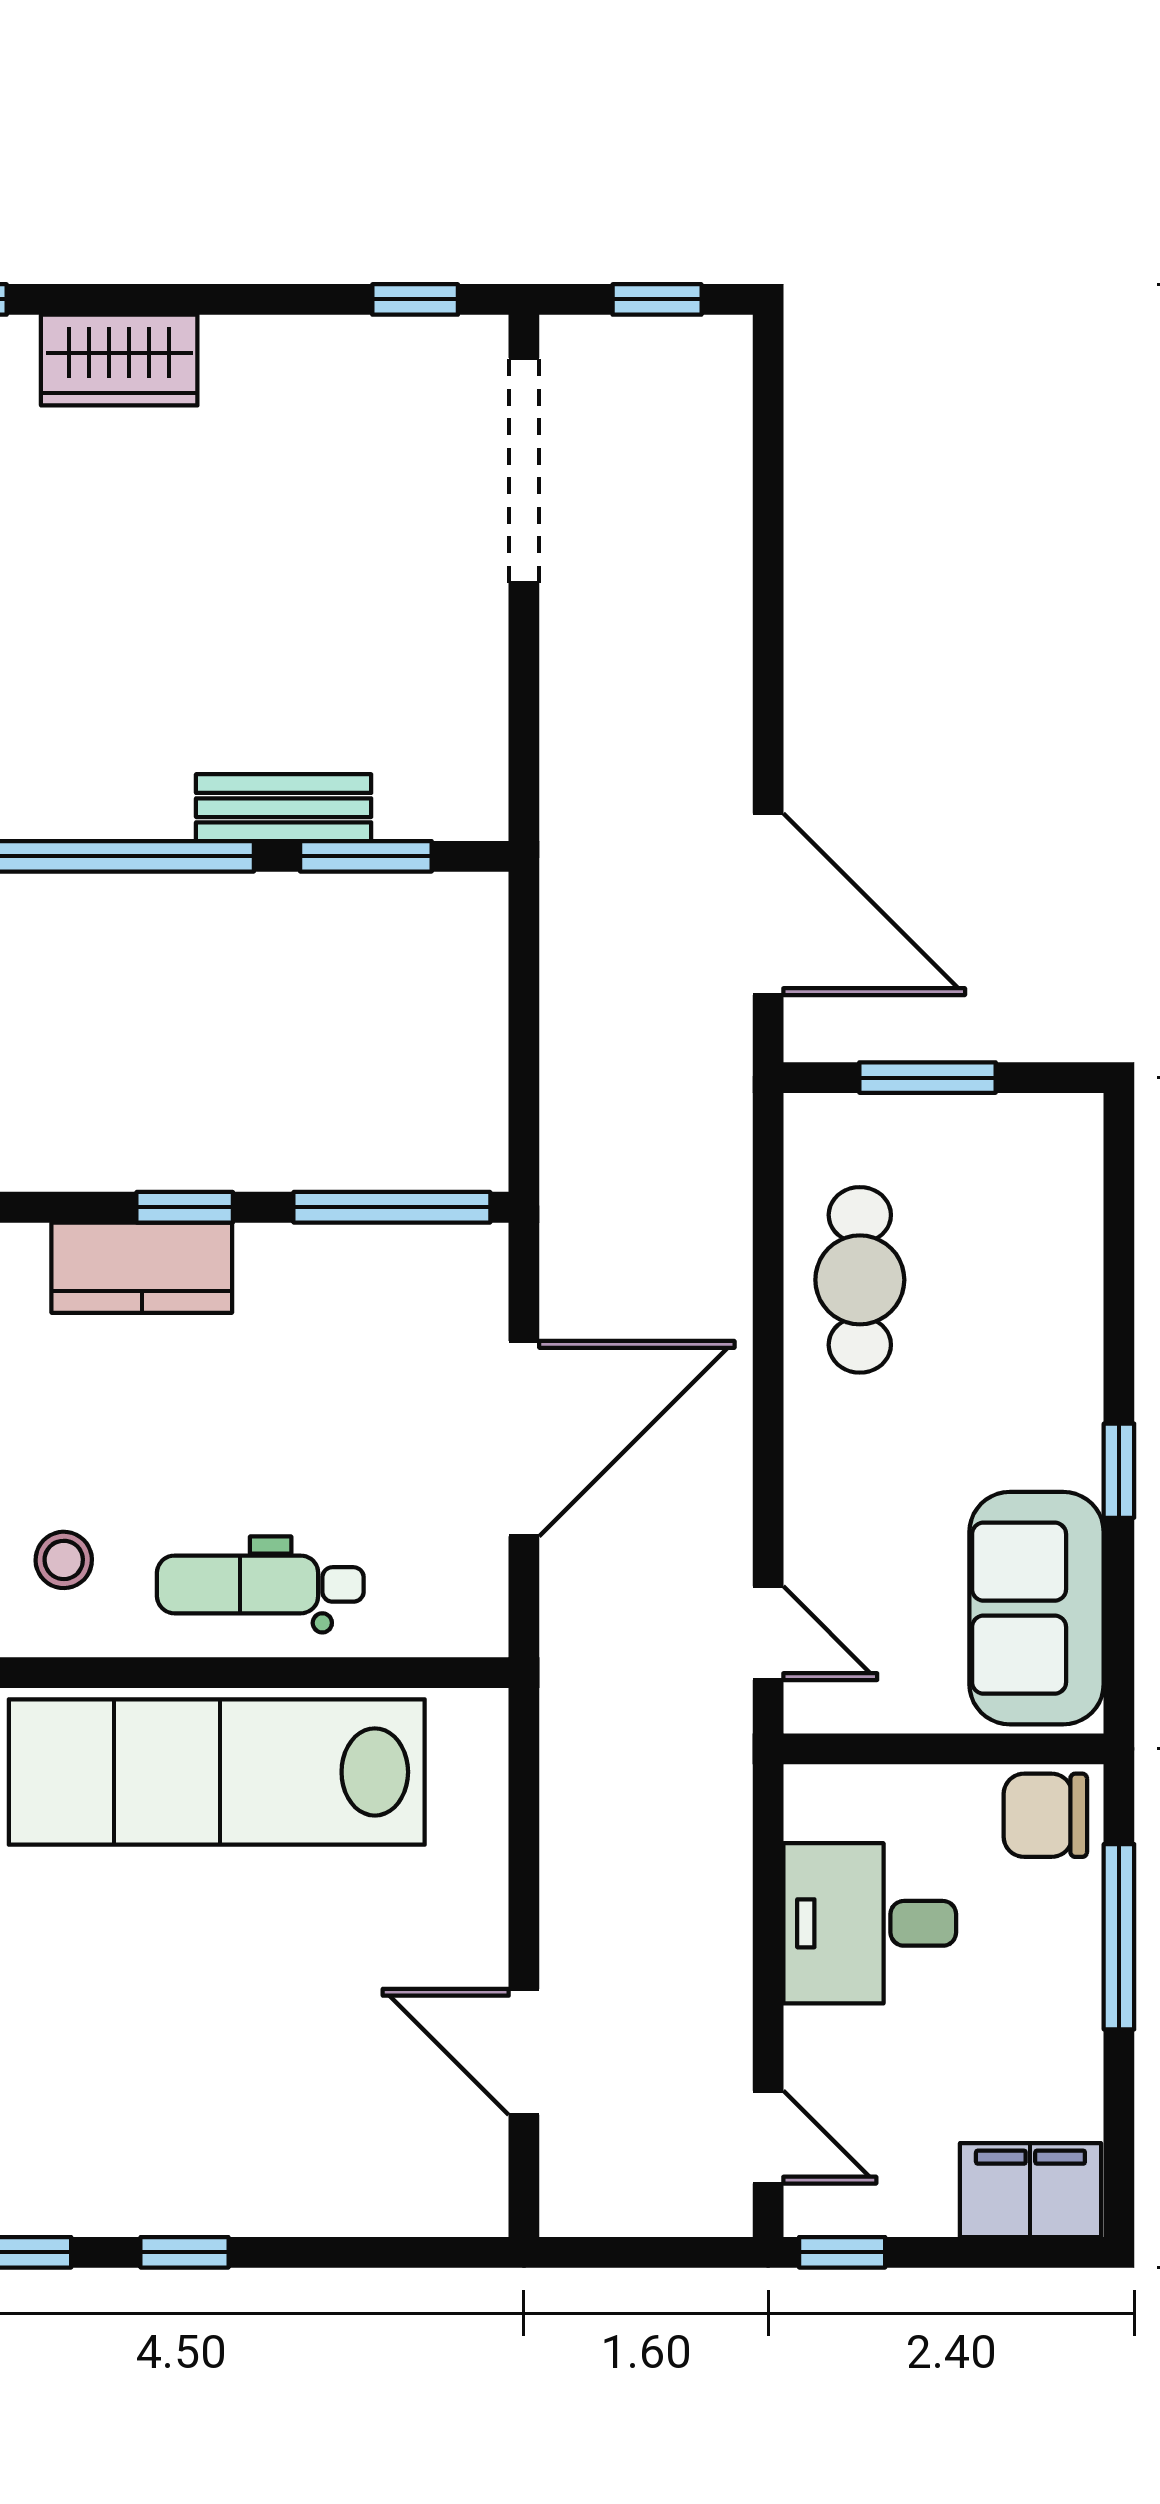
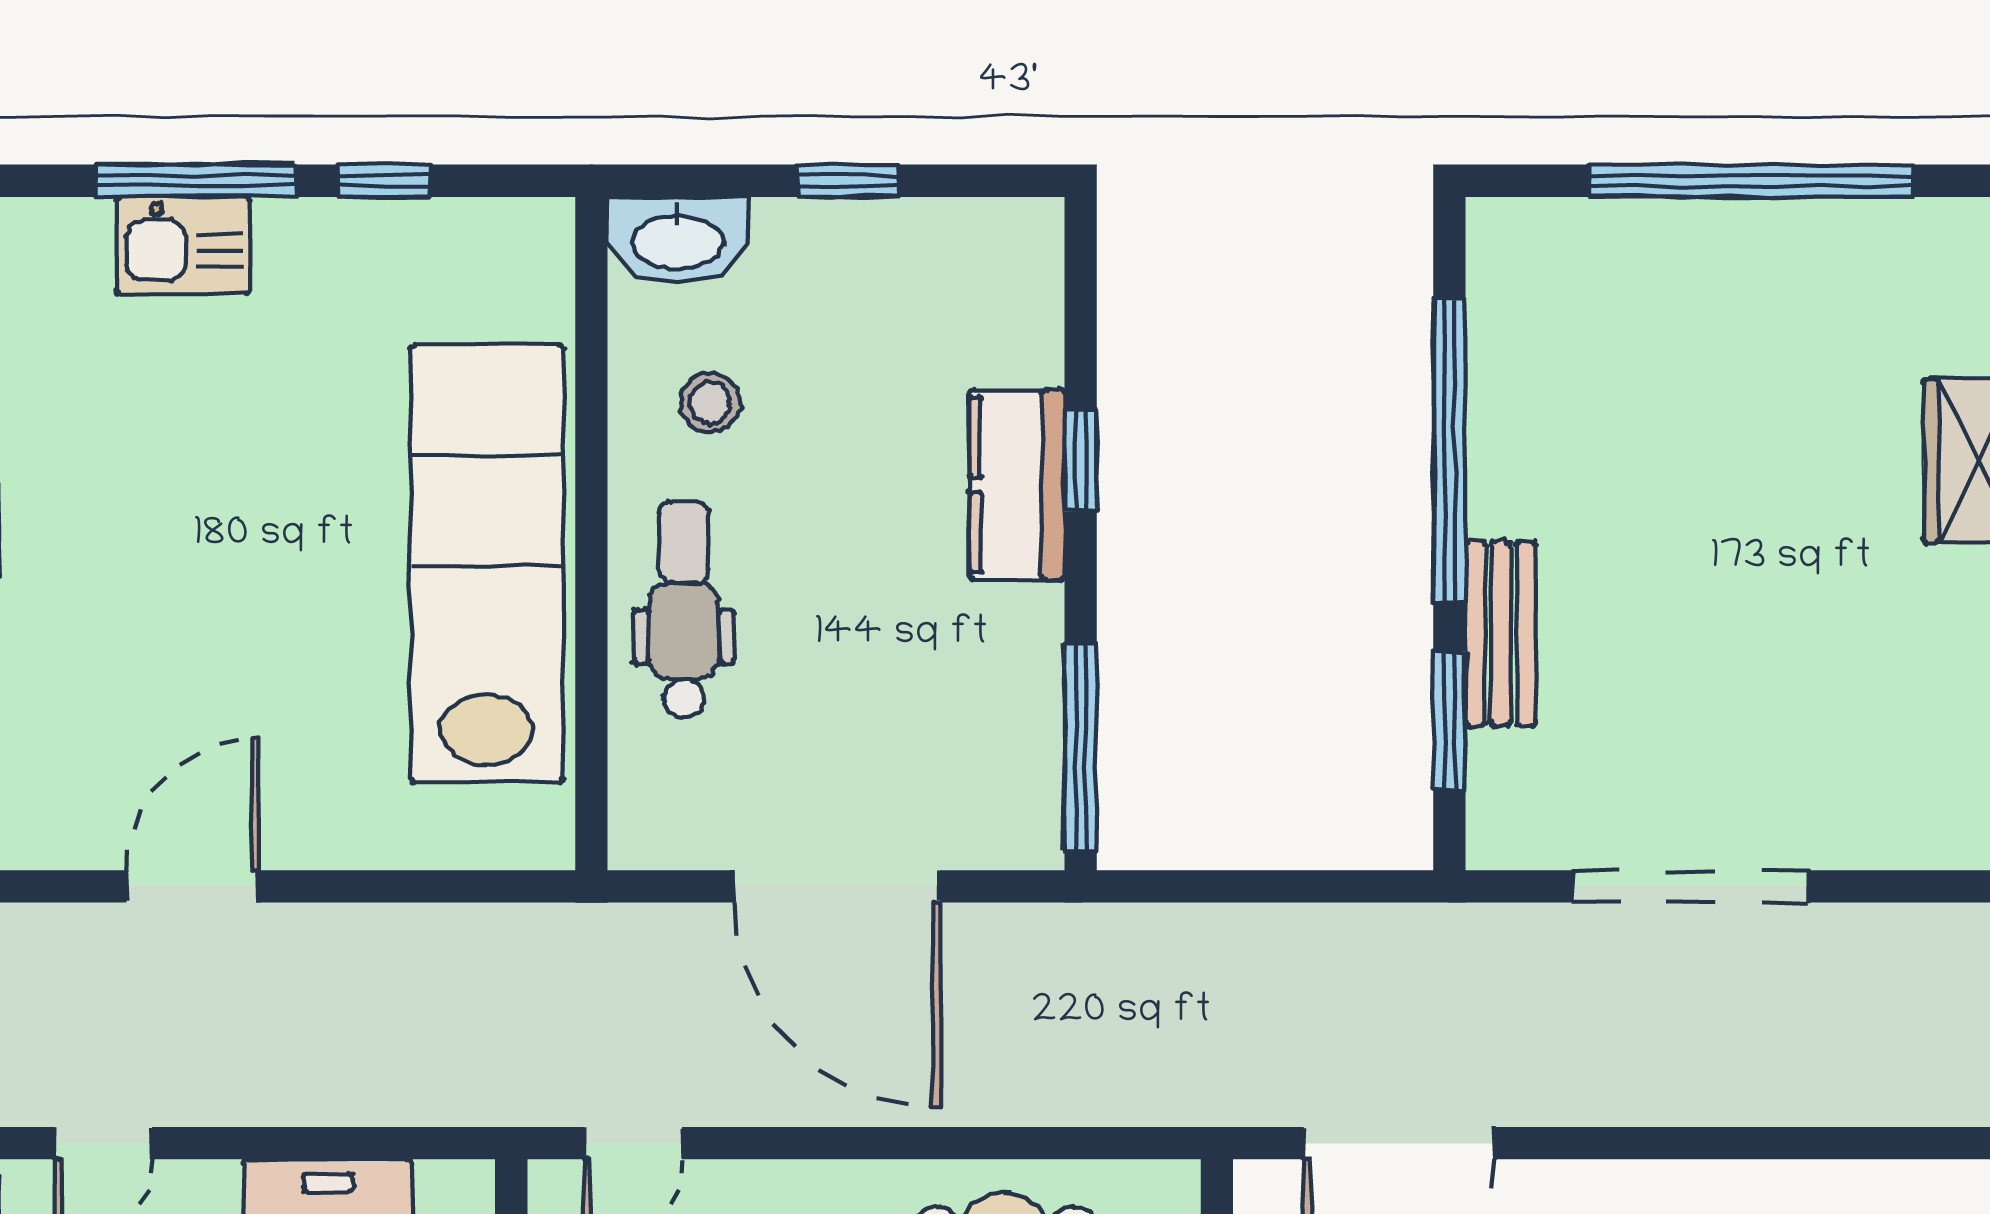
doorway: (524, 470) -> (1691, 886), moved
window: (185, 1207) -> (1081, 460), moved

